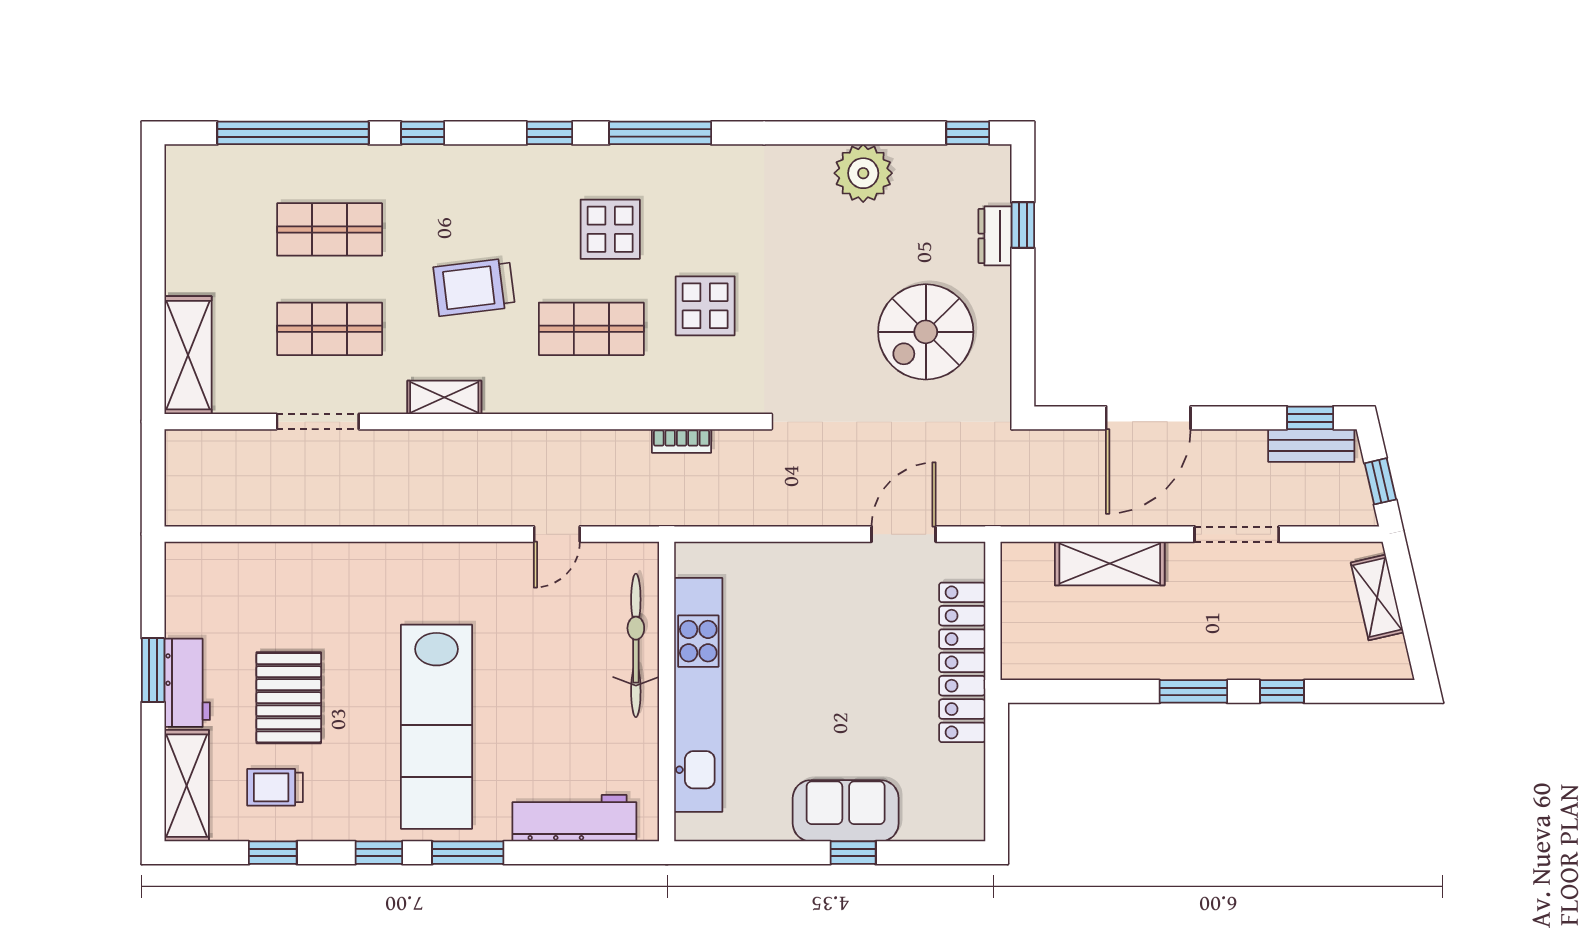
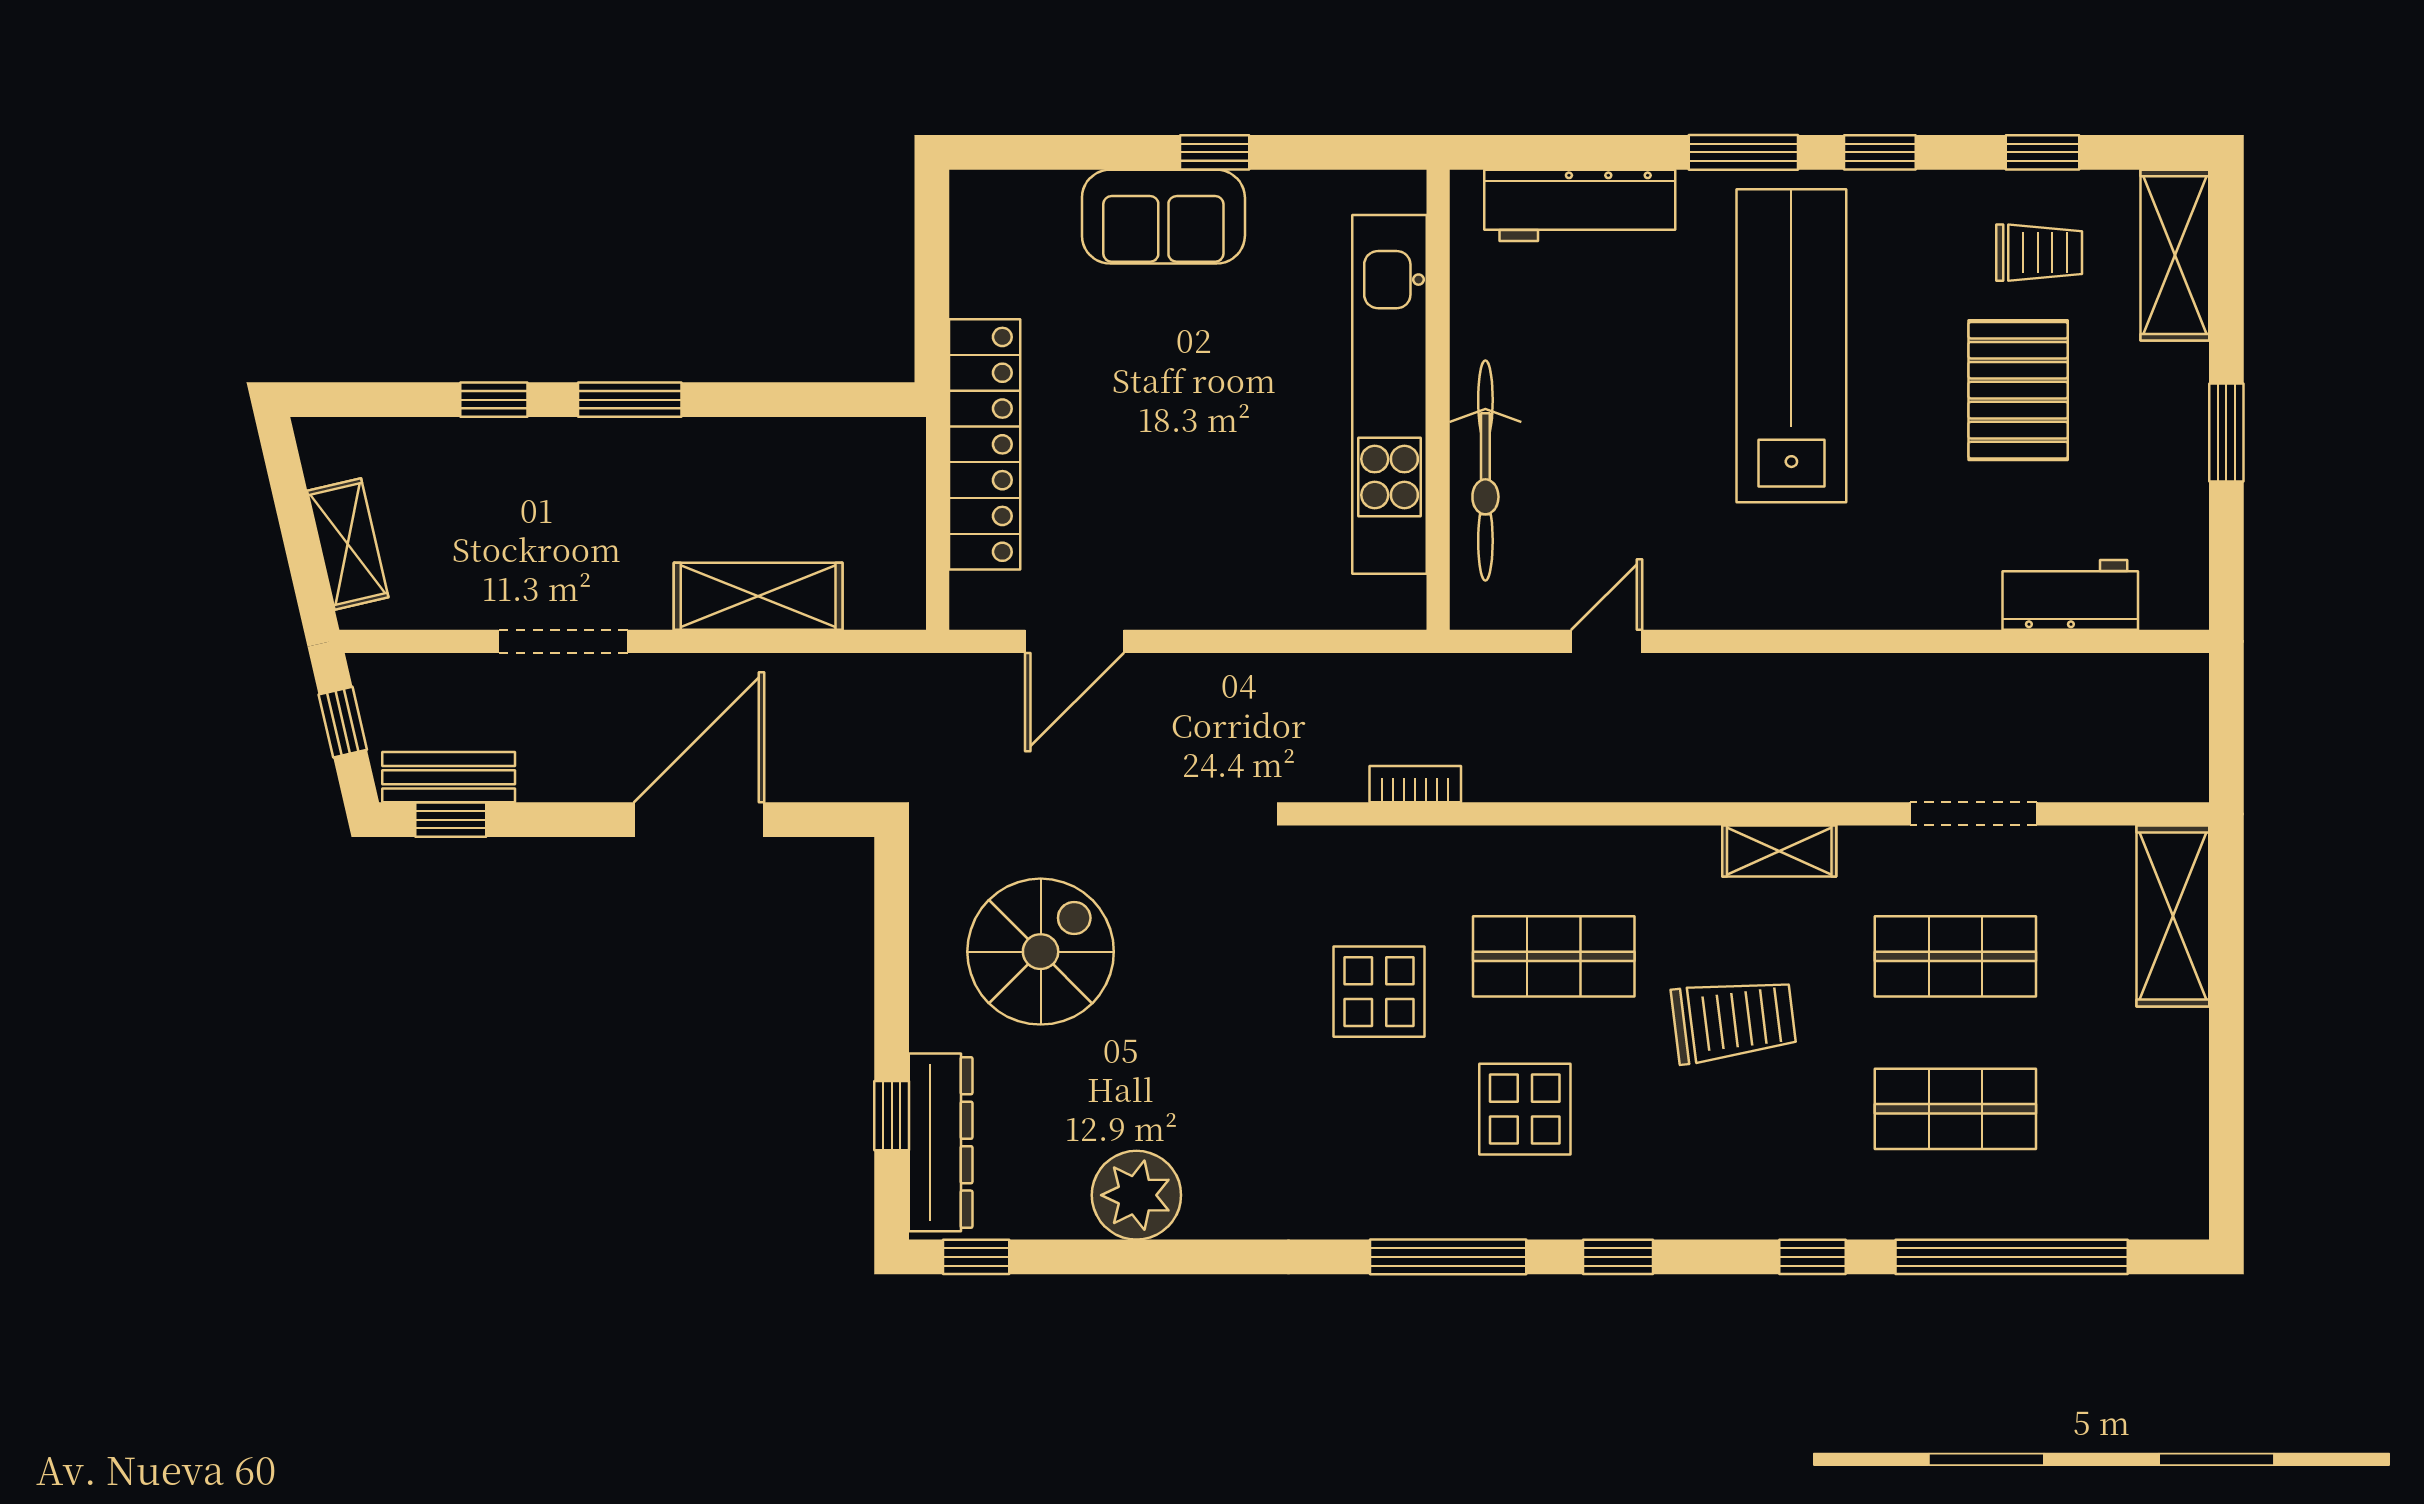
dresser: (995, 236) -> (941, 1142), width x1.96, depth x1.24
workbench: (187, 683) -> (2070, 595), moved, turned 90
window: (853, 853) -> (1215, 152), moved

